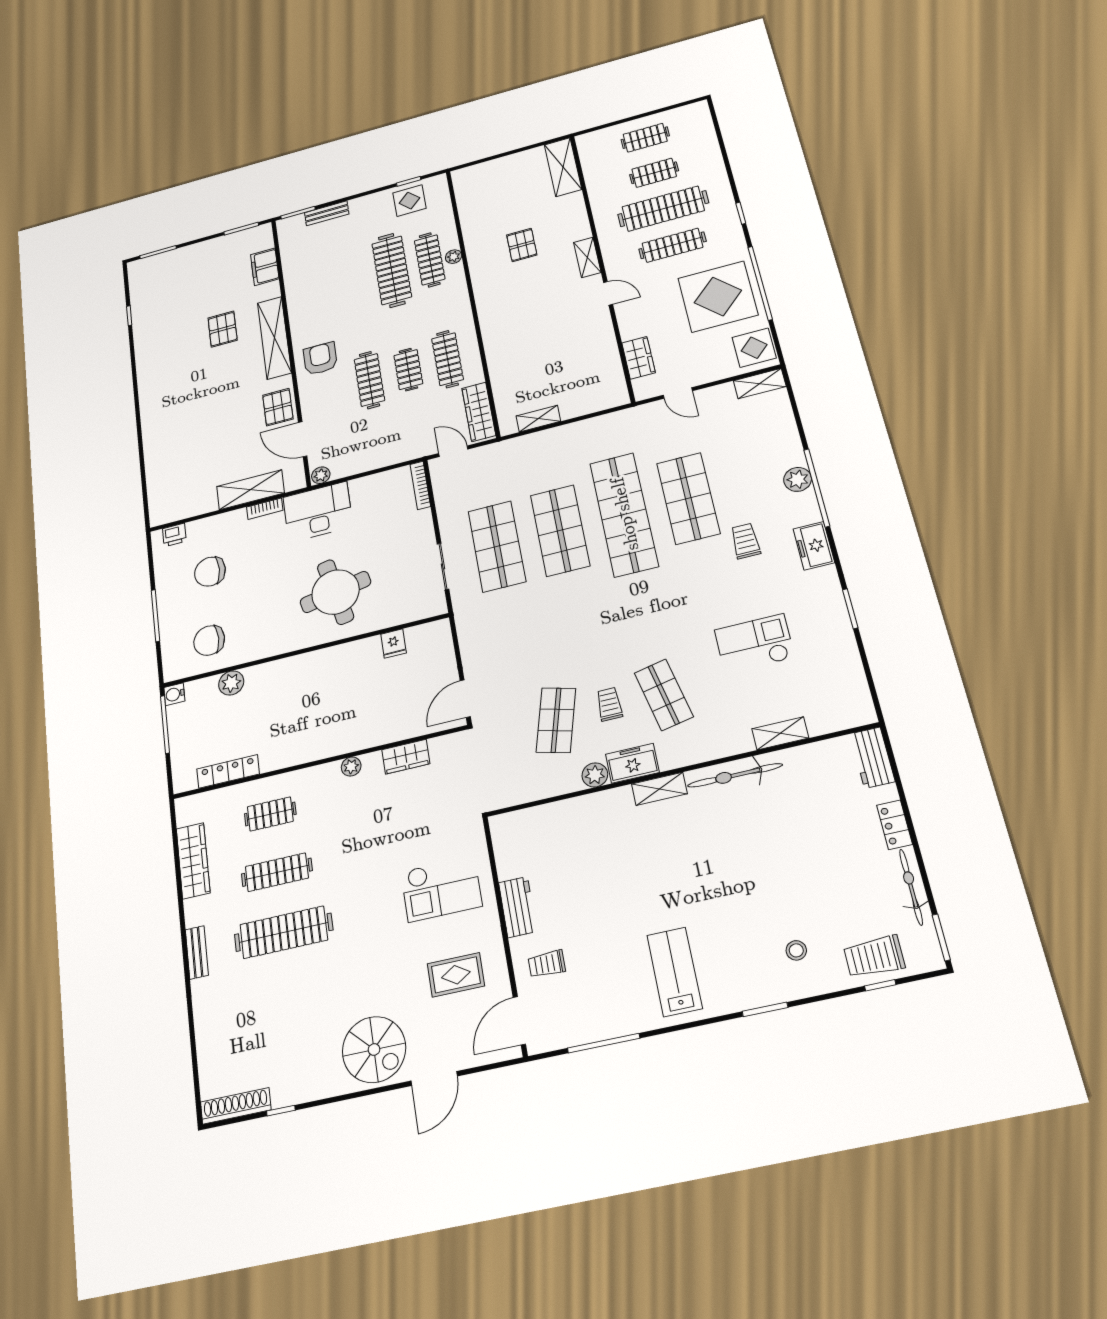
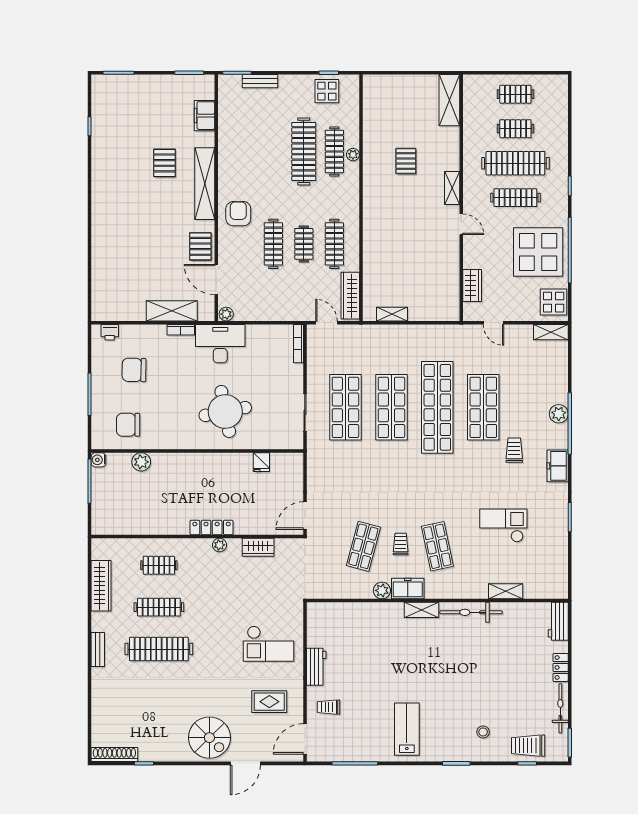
locker: (228, 771) -> (212, 527), moved

